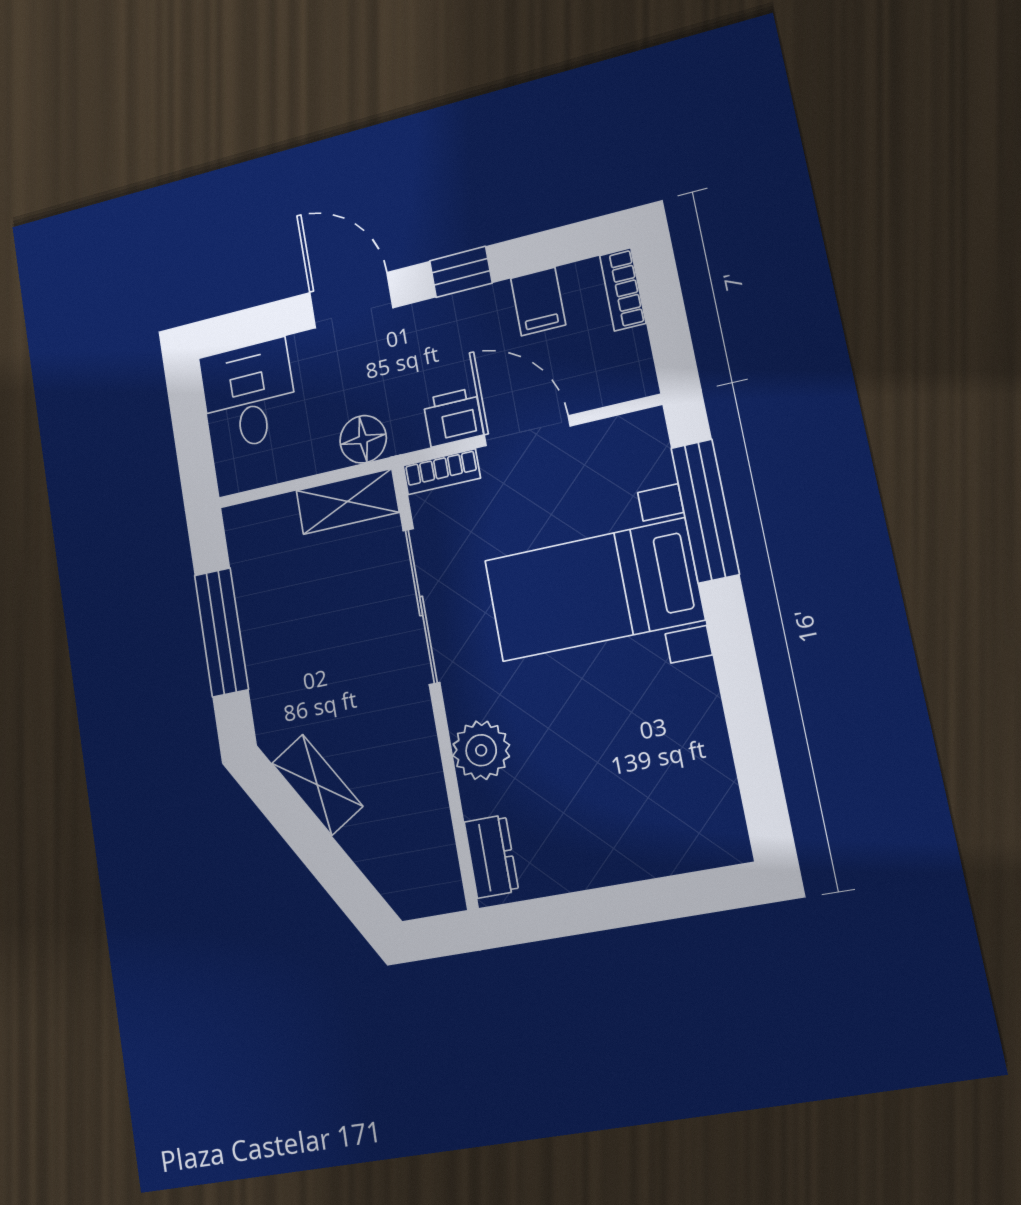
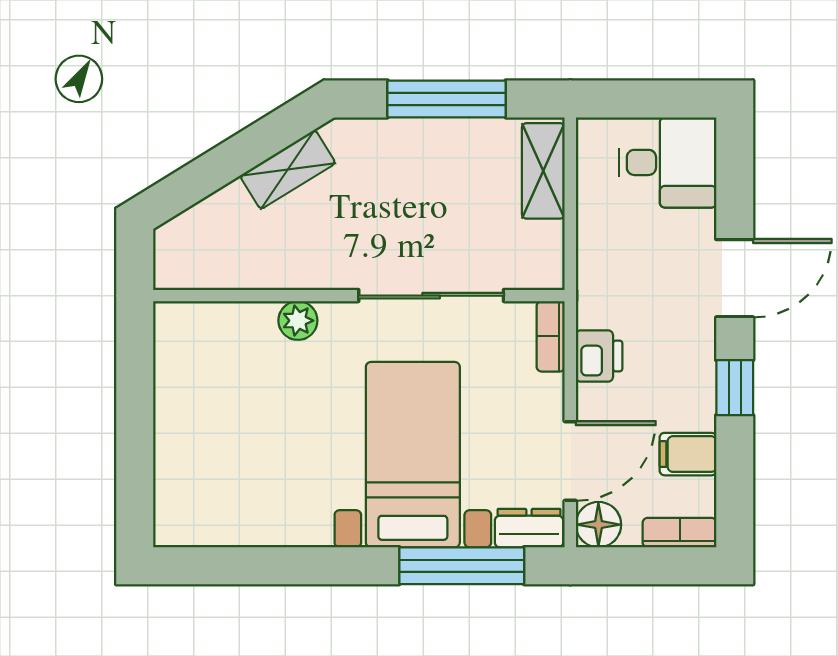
door: (527, 431) -> (570, 461), moved
floor lamp: (363, 439) -> (598, 525), moved
shelving: (347, 501) -> (543, 171), moved
plant: (481, 750) -> (298, 321), width x0.73, depth x0.73
dresser: (491, 856) -> (529, 528), moved, turned 180

